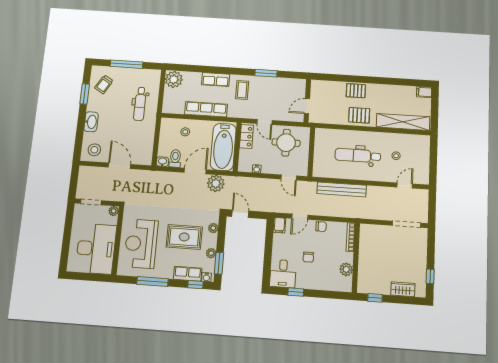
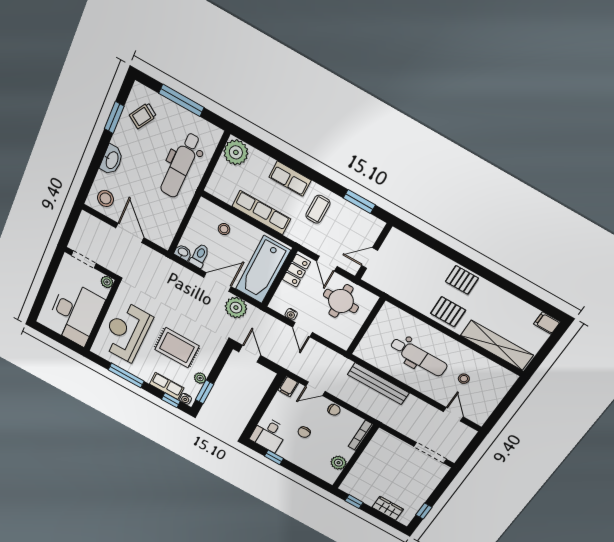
wall: (307, 101) -> (373, 252), moved
dental chair: (140, 104) -> (181, 165), width x1.36, depth x1.38
door: (307, 106) -> (369, 258), moved
dental chair: (358, 156) -> (419, 357), turned 180
door: (289, 177) -> (302, 330), moved
door: (405, 185) -> (453, 414), hinge flipped
plant: (213, 228) -> (213, 354), removed

